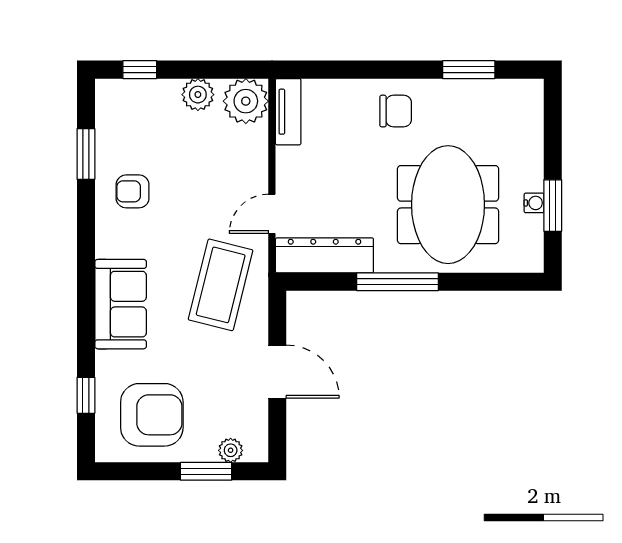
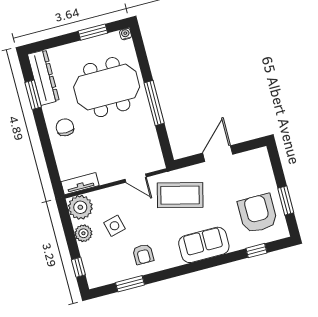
side table: (197, 154) -> (114, 226), added
water cooler: (534, 203) -> (125, 34), moved
dresser: (324, 255) -> (43, 77), moved, turned 180
plant: (231, 450) -> (265, 167), removed
window: (206, 471) -> (286, 200), moved

